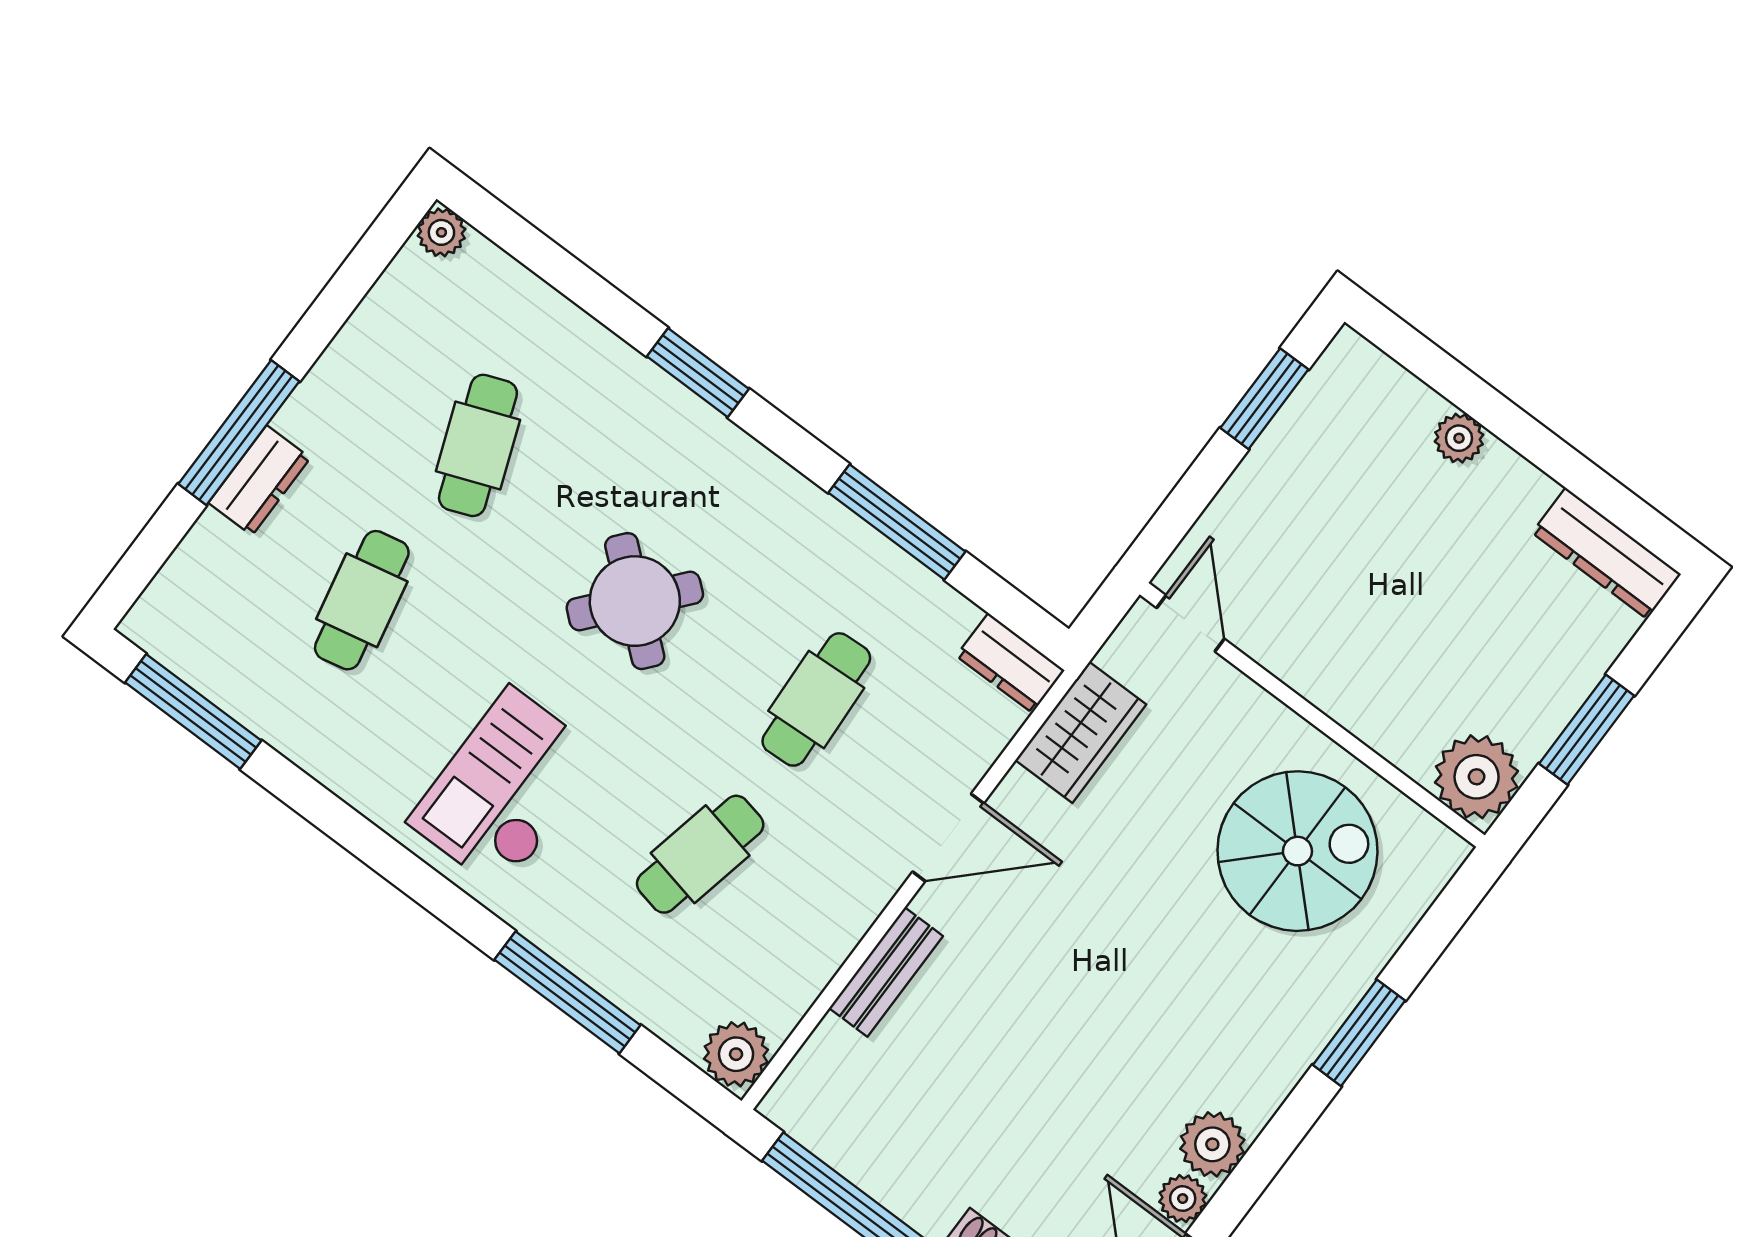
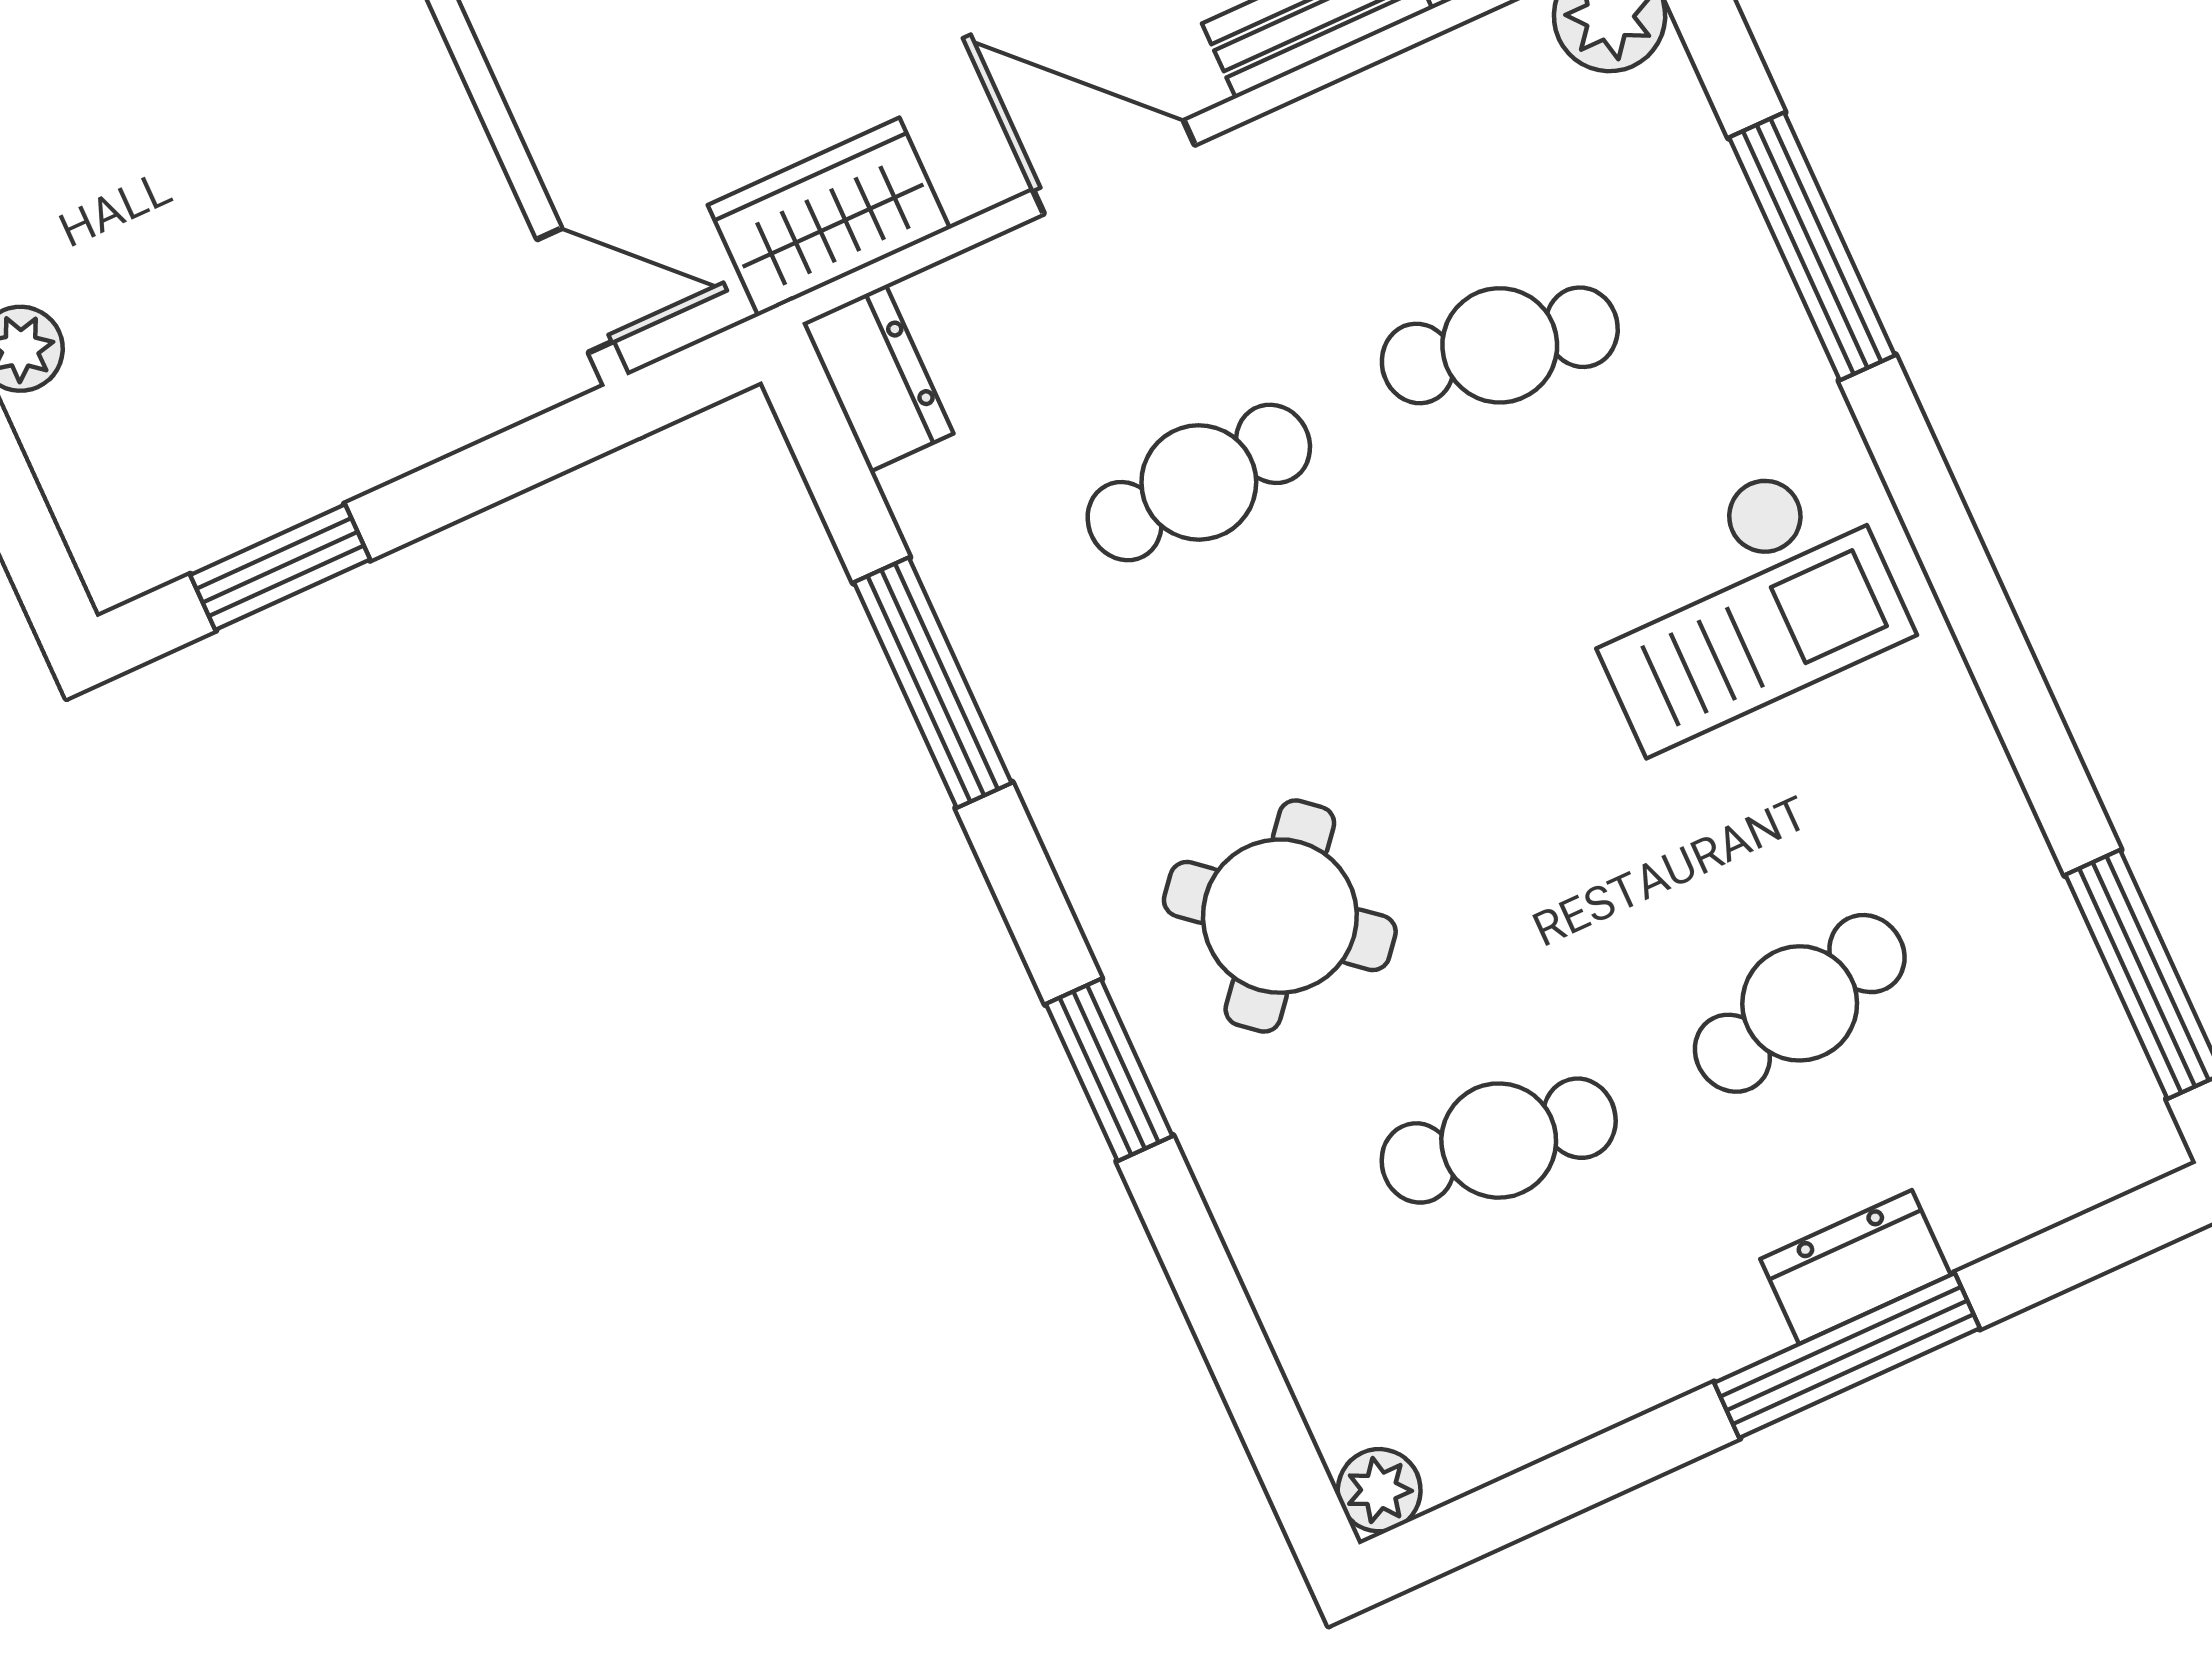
cafe table: (478, 445) -> (1499, 1141), turned 30
round table: (635, 601) -> (1280, 916), moved
door: (1190, 623) -> (575, 290), swing flipped

